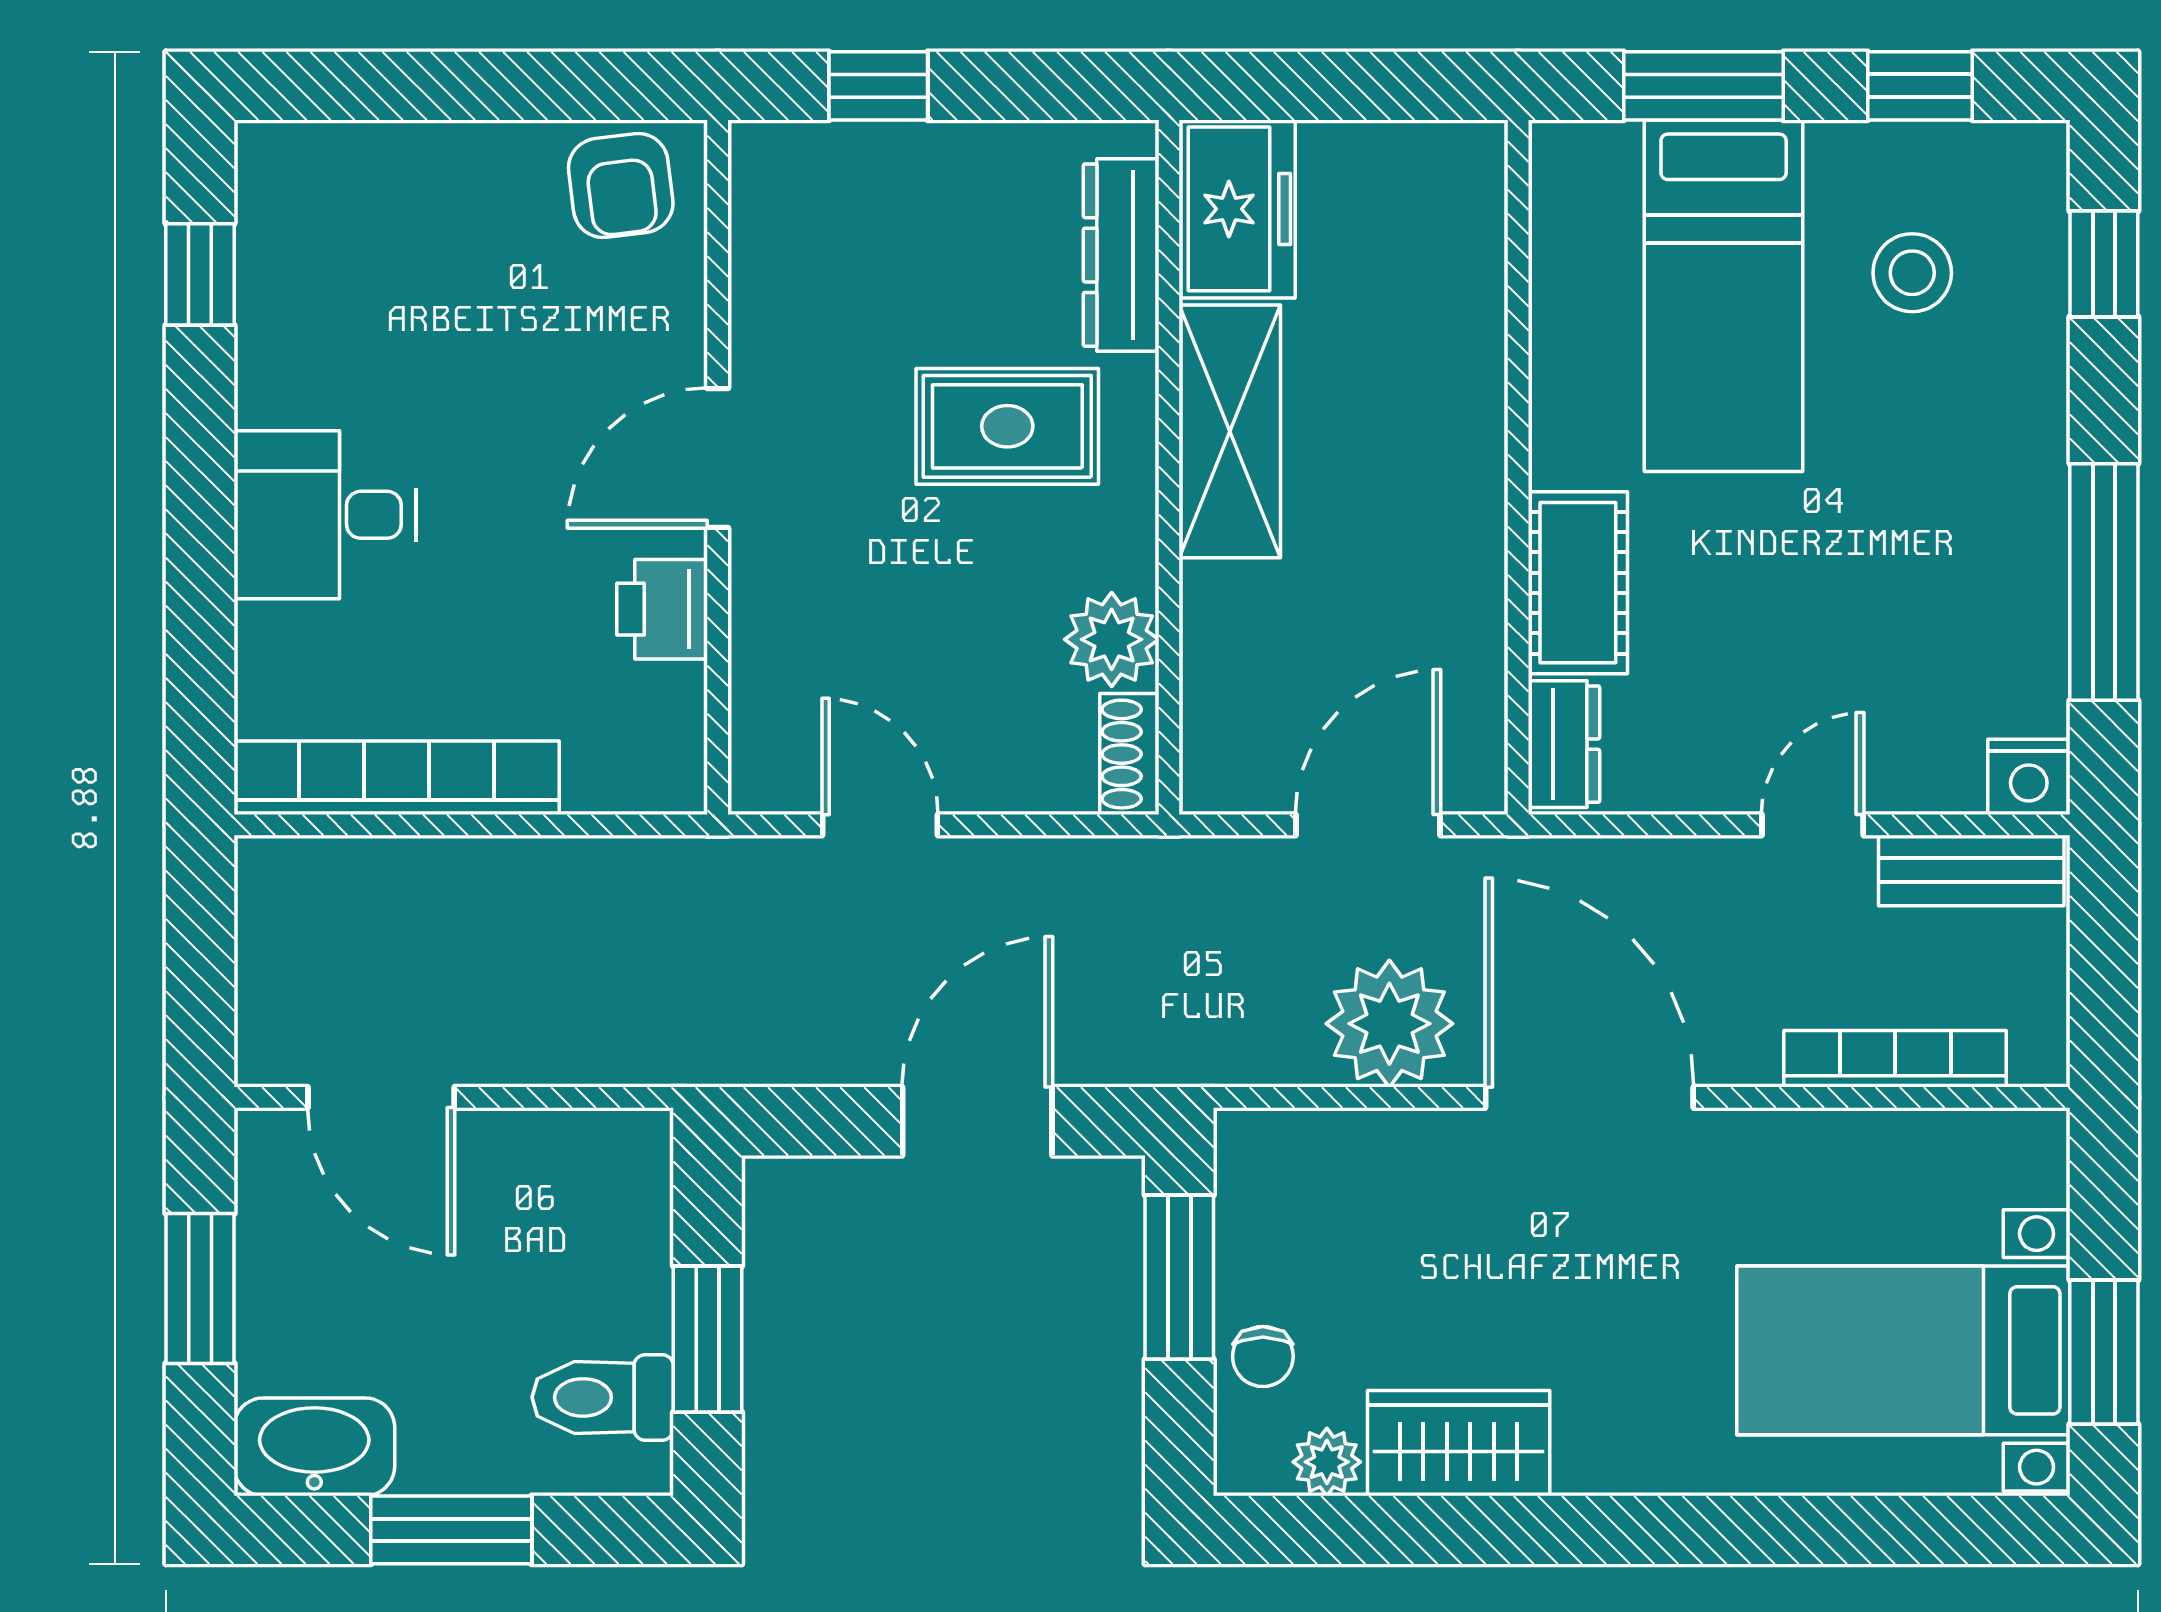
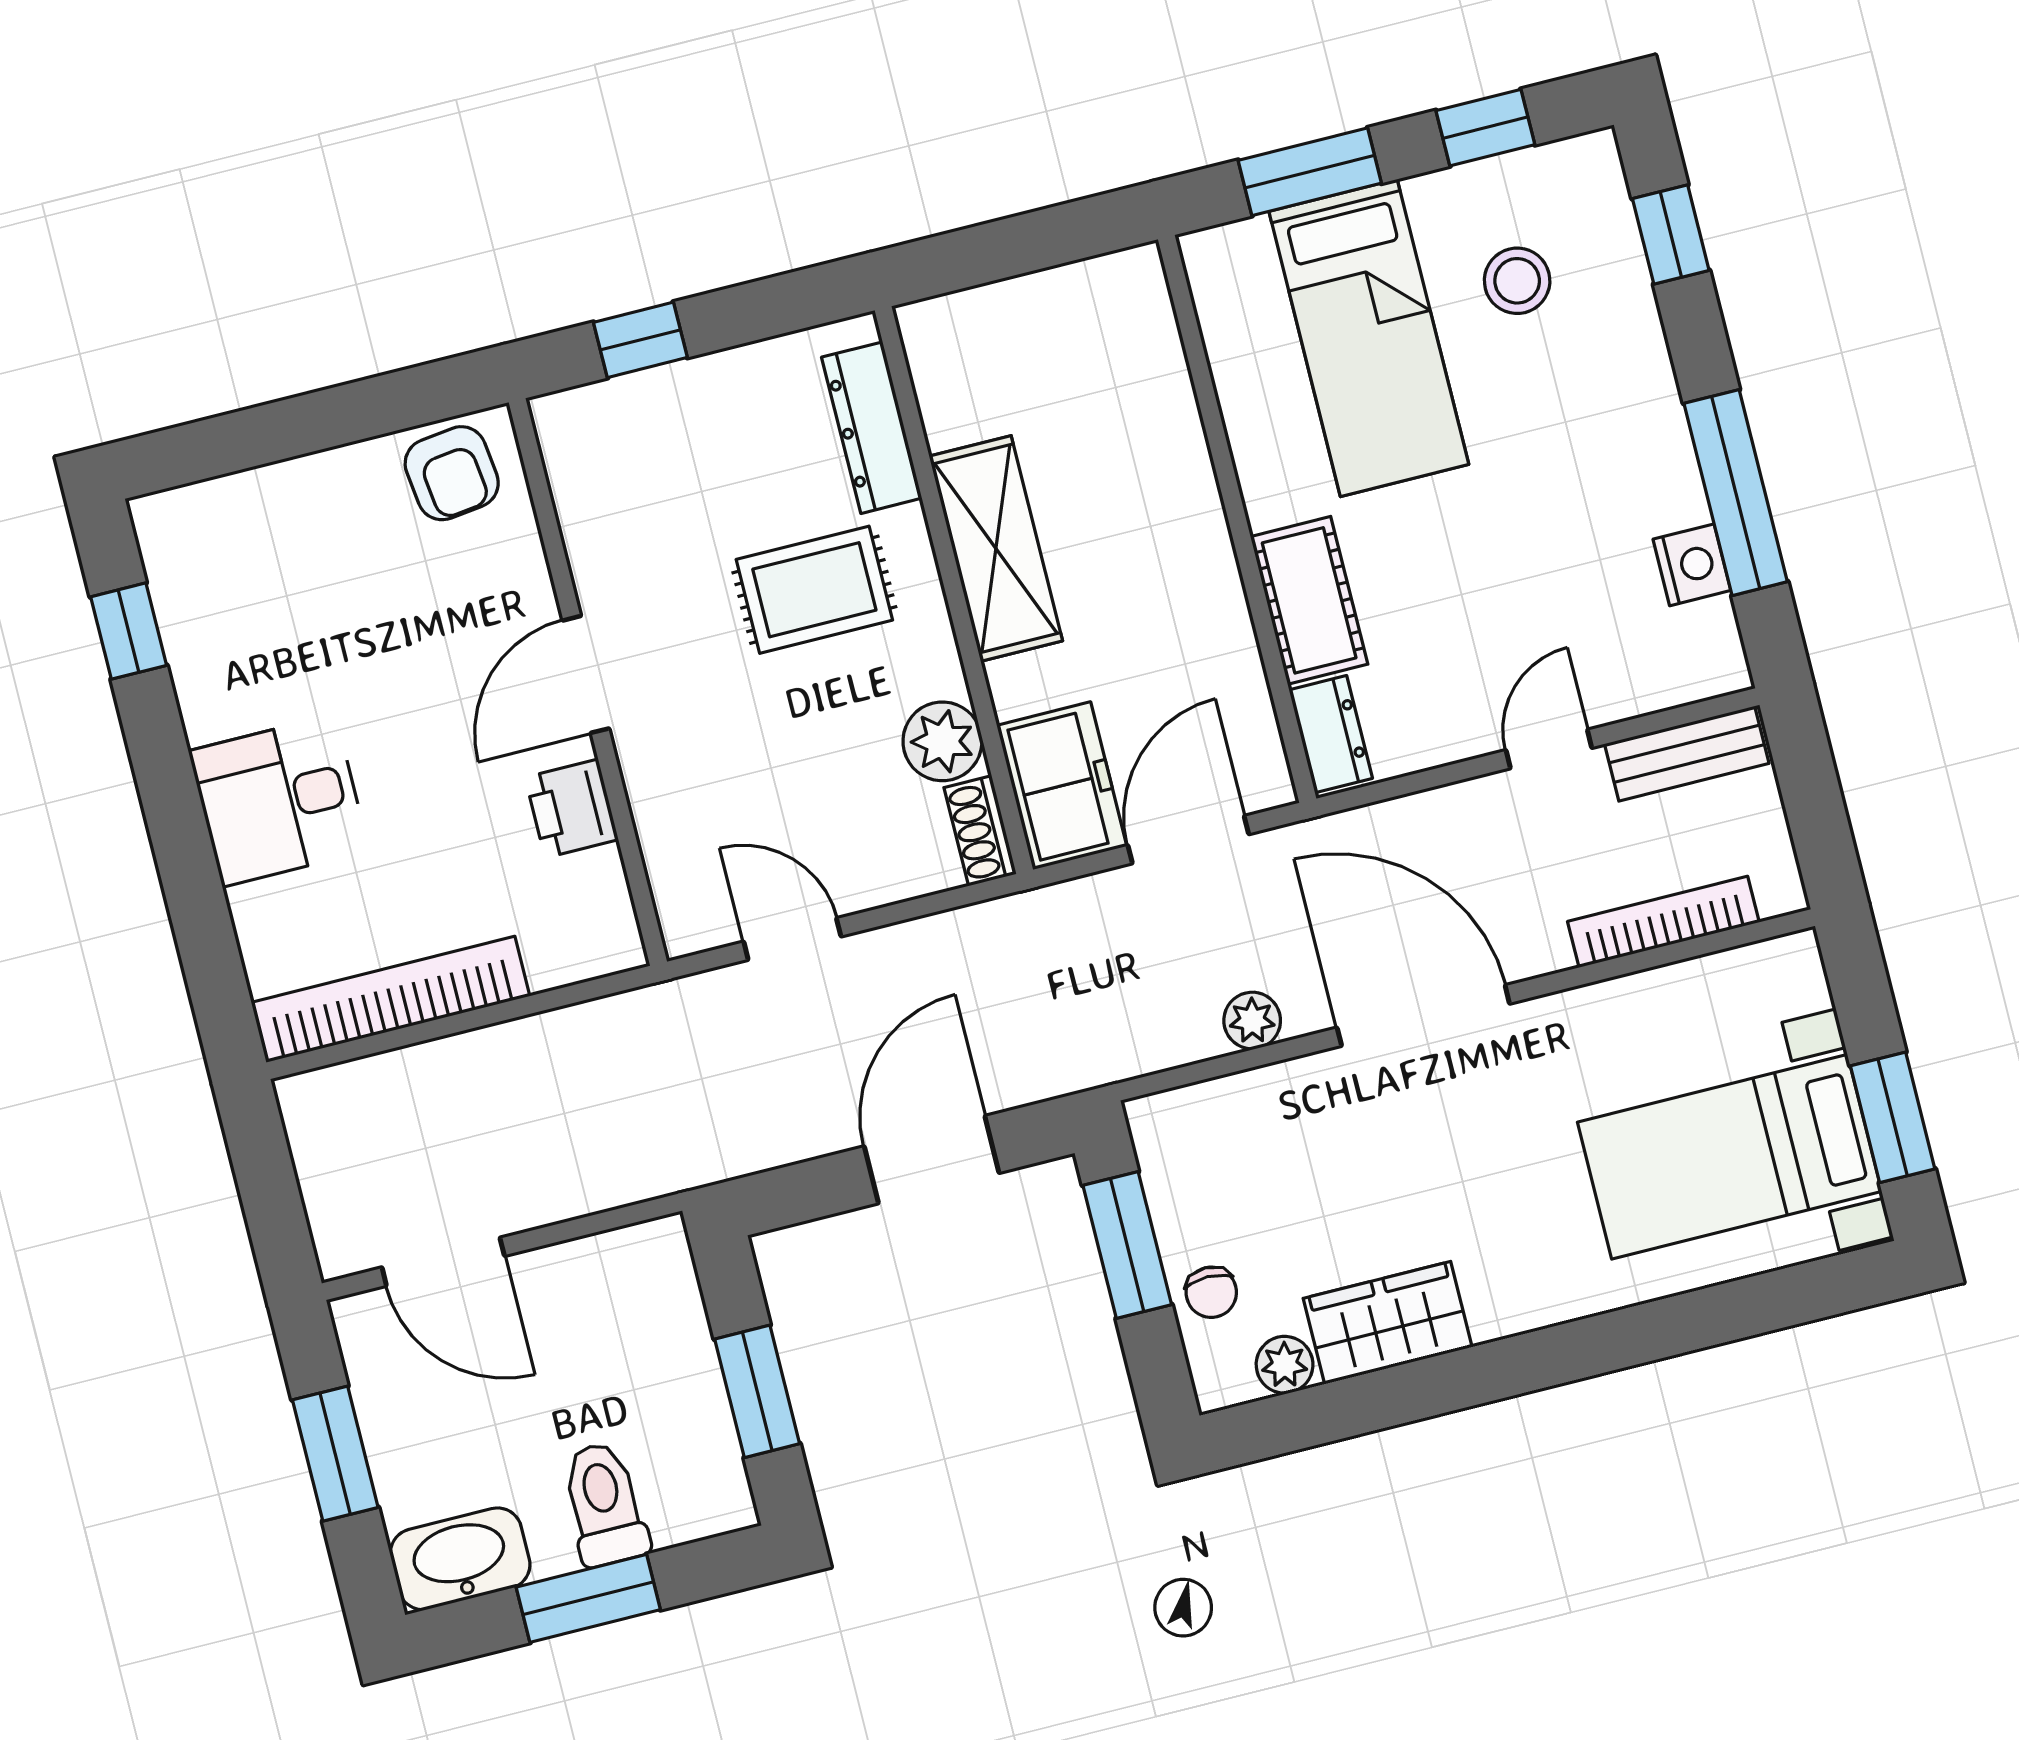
freezer: (1237, 209) -> (1062, 786), moved
nightstand: (2029, 777) -> (1692, 565), moved, turned -90
plant: (1389, 1024) -> (1252, 1020), width x0.53, depth x0.53
toilet: (603, 1397) -> (604, 1504), moved, turned 90

